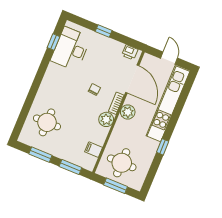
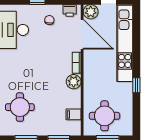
chair: (94, 90) -> (49, 20), moved
plant: (128, 112) -> (91, 12), moved

